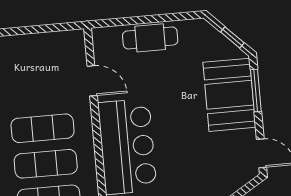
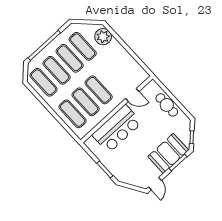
door: (92, 81) -> (132, 95), hinge flipped

